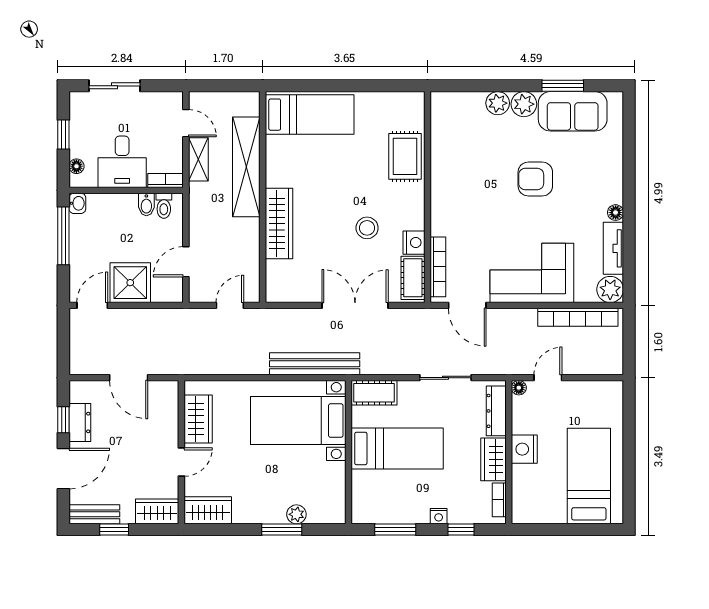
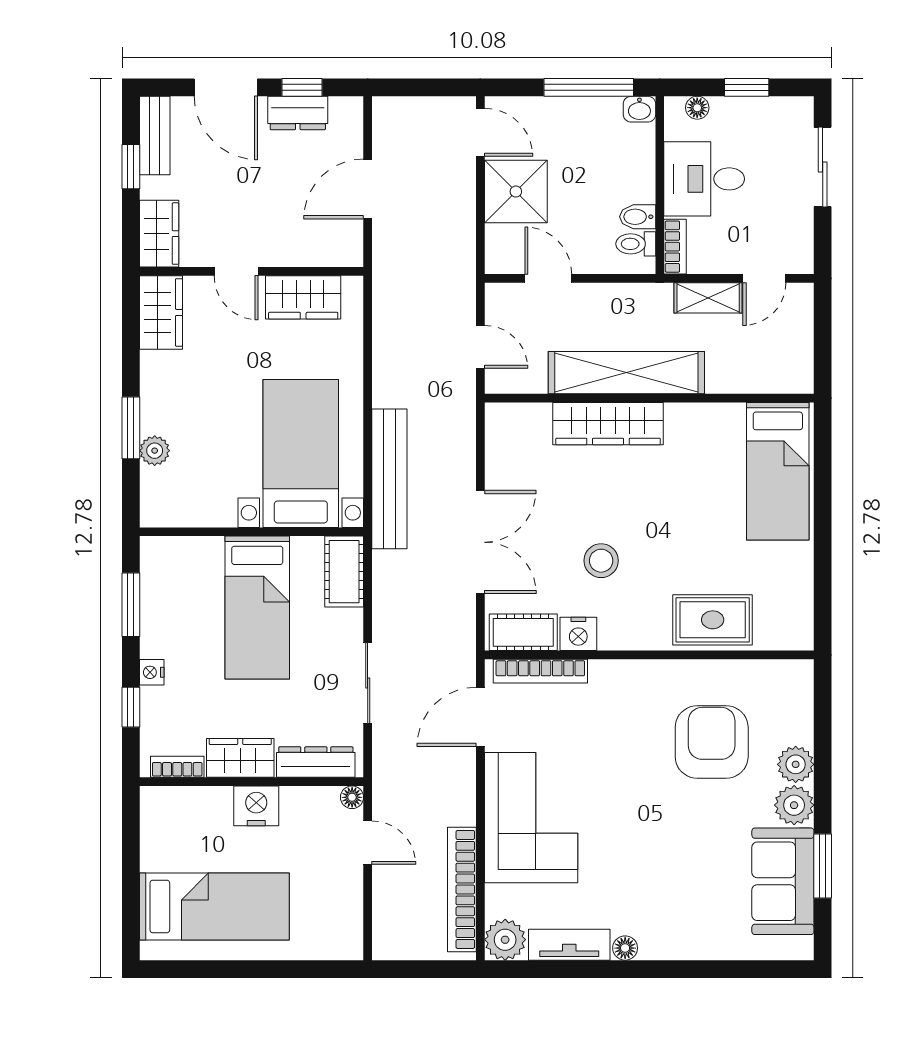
shelving: (246, 167) -> (626, 373), moved
armchair: (535, 179) -> (712, 742), moved, width x1.36, depth x1.36

